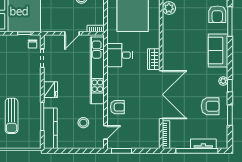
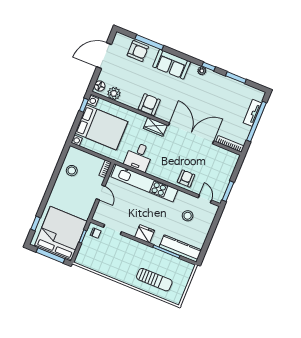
armchair: (210, 106) -> (149, 105), moved

